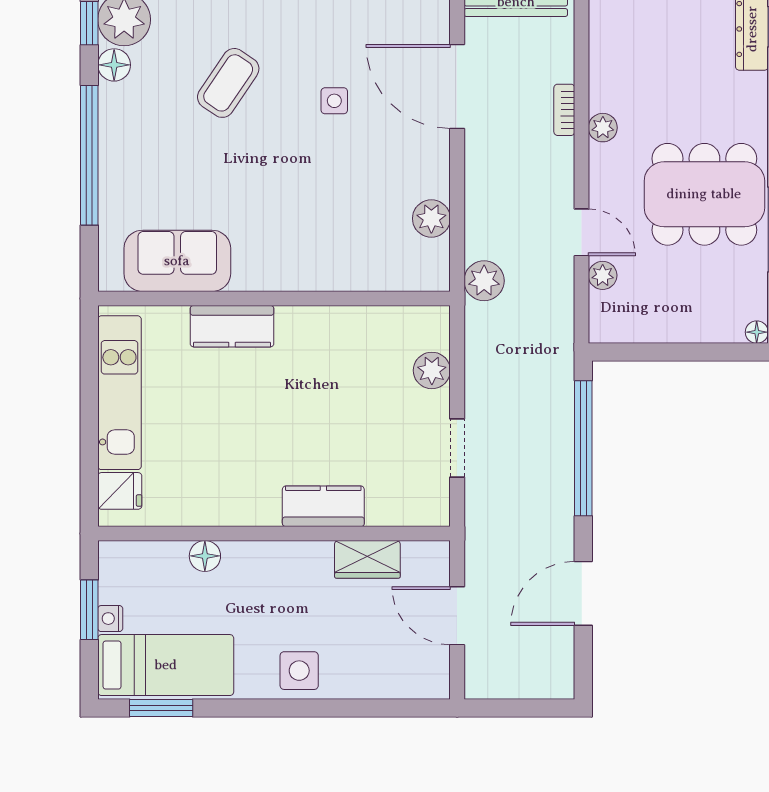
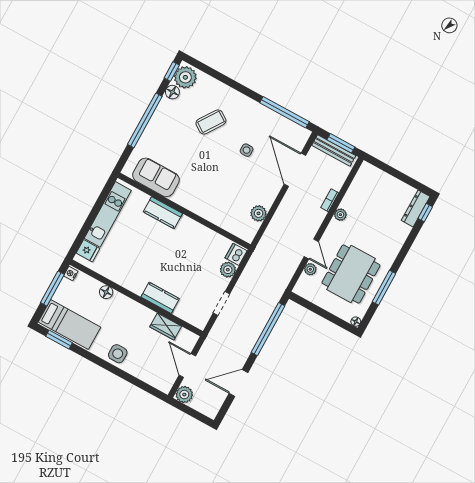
dining table: (704, 194) -> (351, 274), moved, turned 90
plant: (484, 281) -> (184, 395), moved
dishwasher: (431, 329) -> (236, 254), added
window: (89, 610) -> (52, 289), width x1.44
nightstand: (110, 619) -> (71, 274), moved

